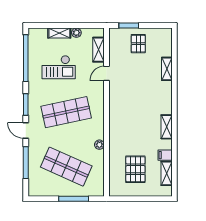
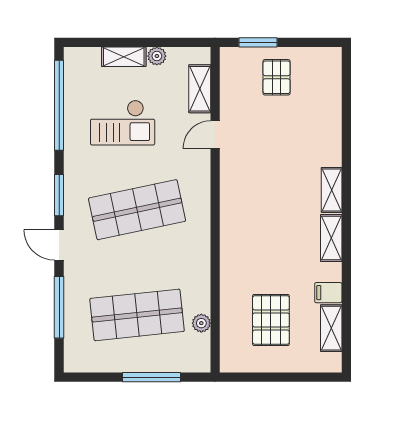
shelving: (167, 69) -> (332, 190), moved
plant: (99, 145) -> (201, 323), moved
shop shelf: (66, 167) -> (137, 315), turned -30

